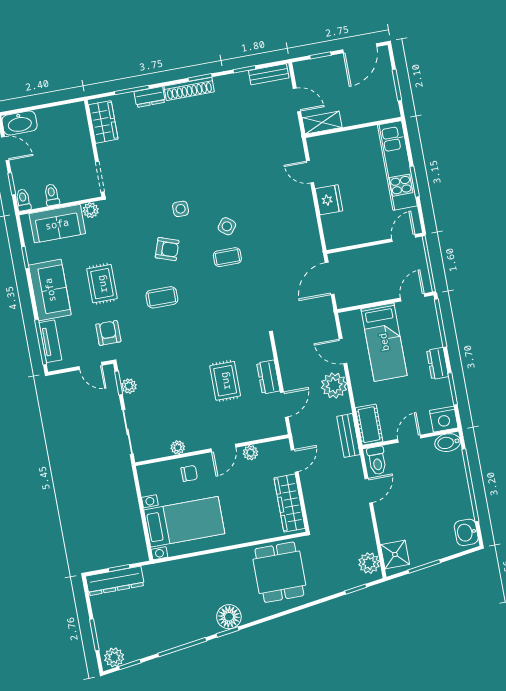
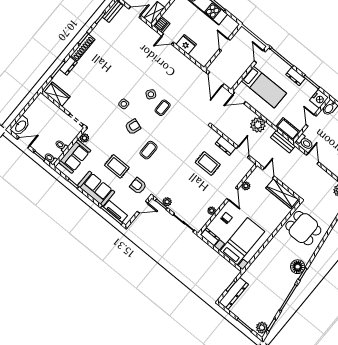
dishwasher: (318, 146) -> (161, 25), added
door: (404, 238) -> (225, 44), moved
door: (343, 351) -> (239, 98), moved
dresser: (147, 480) -> (210, 237), added

